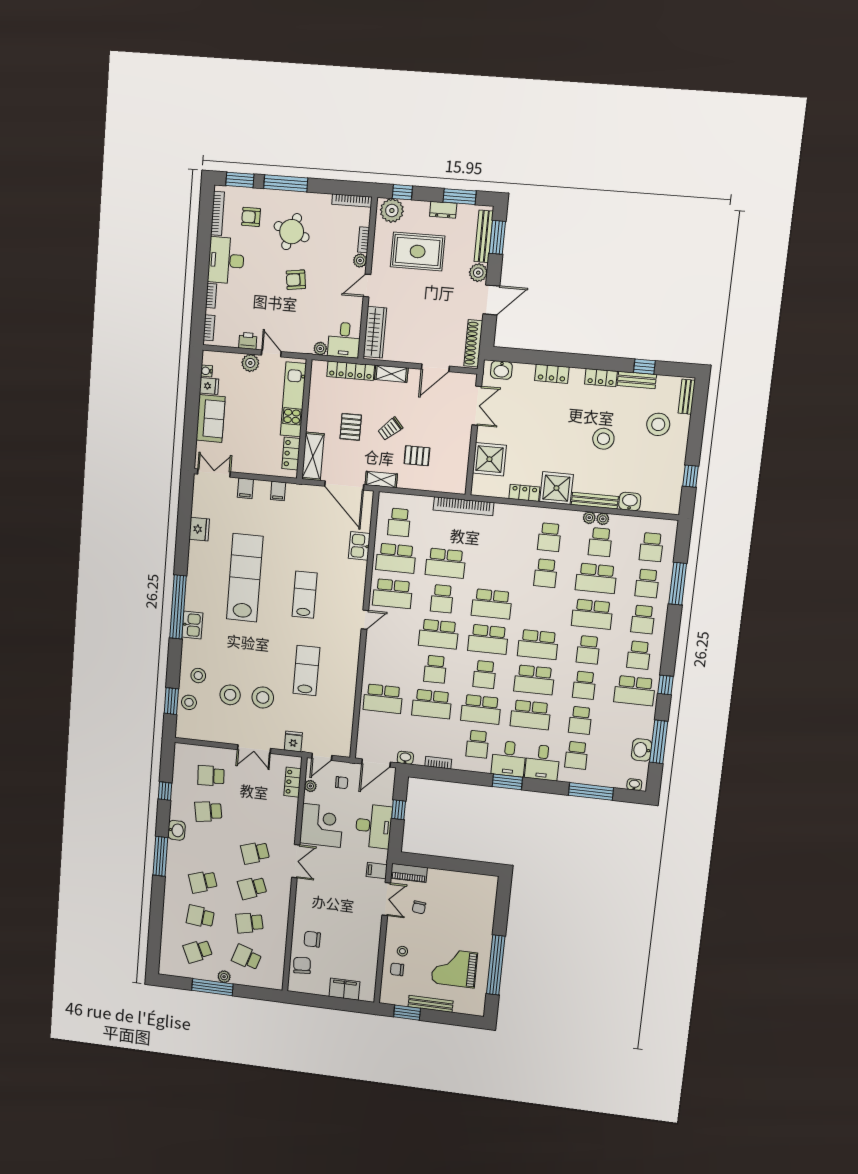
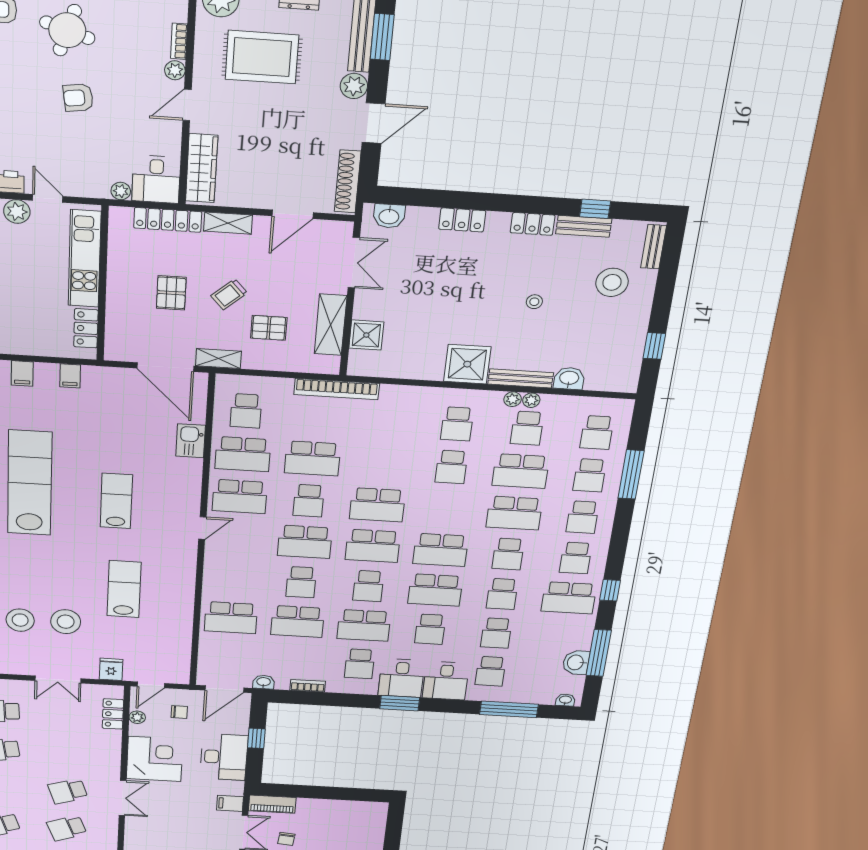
stool: (603, 439) -> (534, 302), width x0.53, depth x0.53
shelving: (313, 456) -> (331, 325), moved
shower: (489, 459) -> (366, 335), width x0.73, depth x0.73
locker: (524, 493) -> (422, 371), removed
school desk: (530, 715) -> (430, 629), width x0.54

